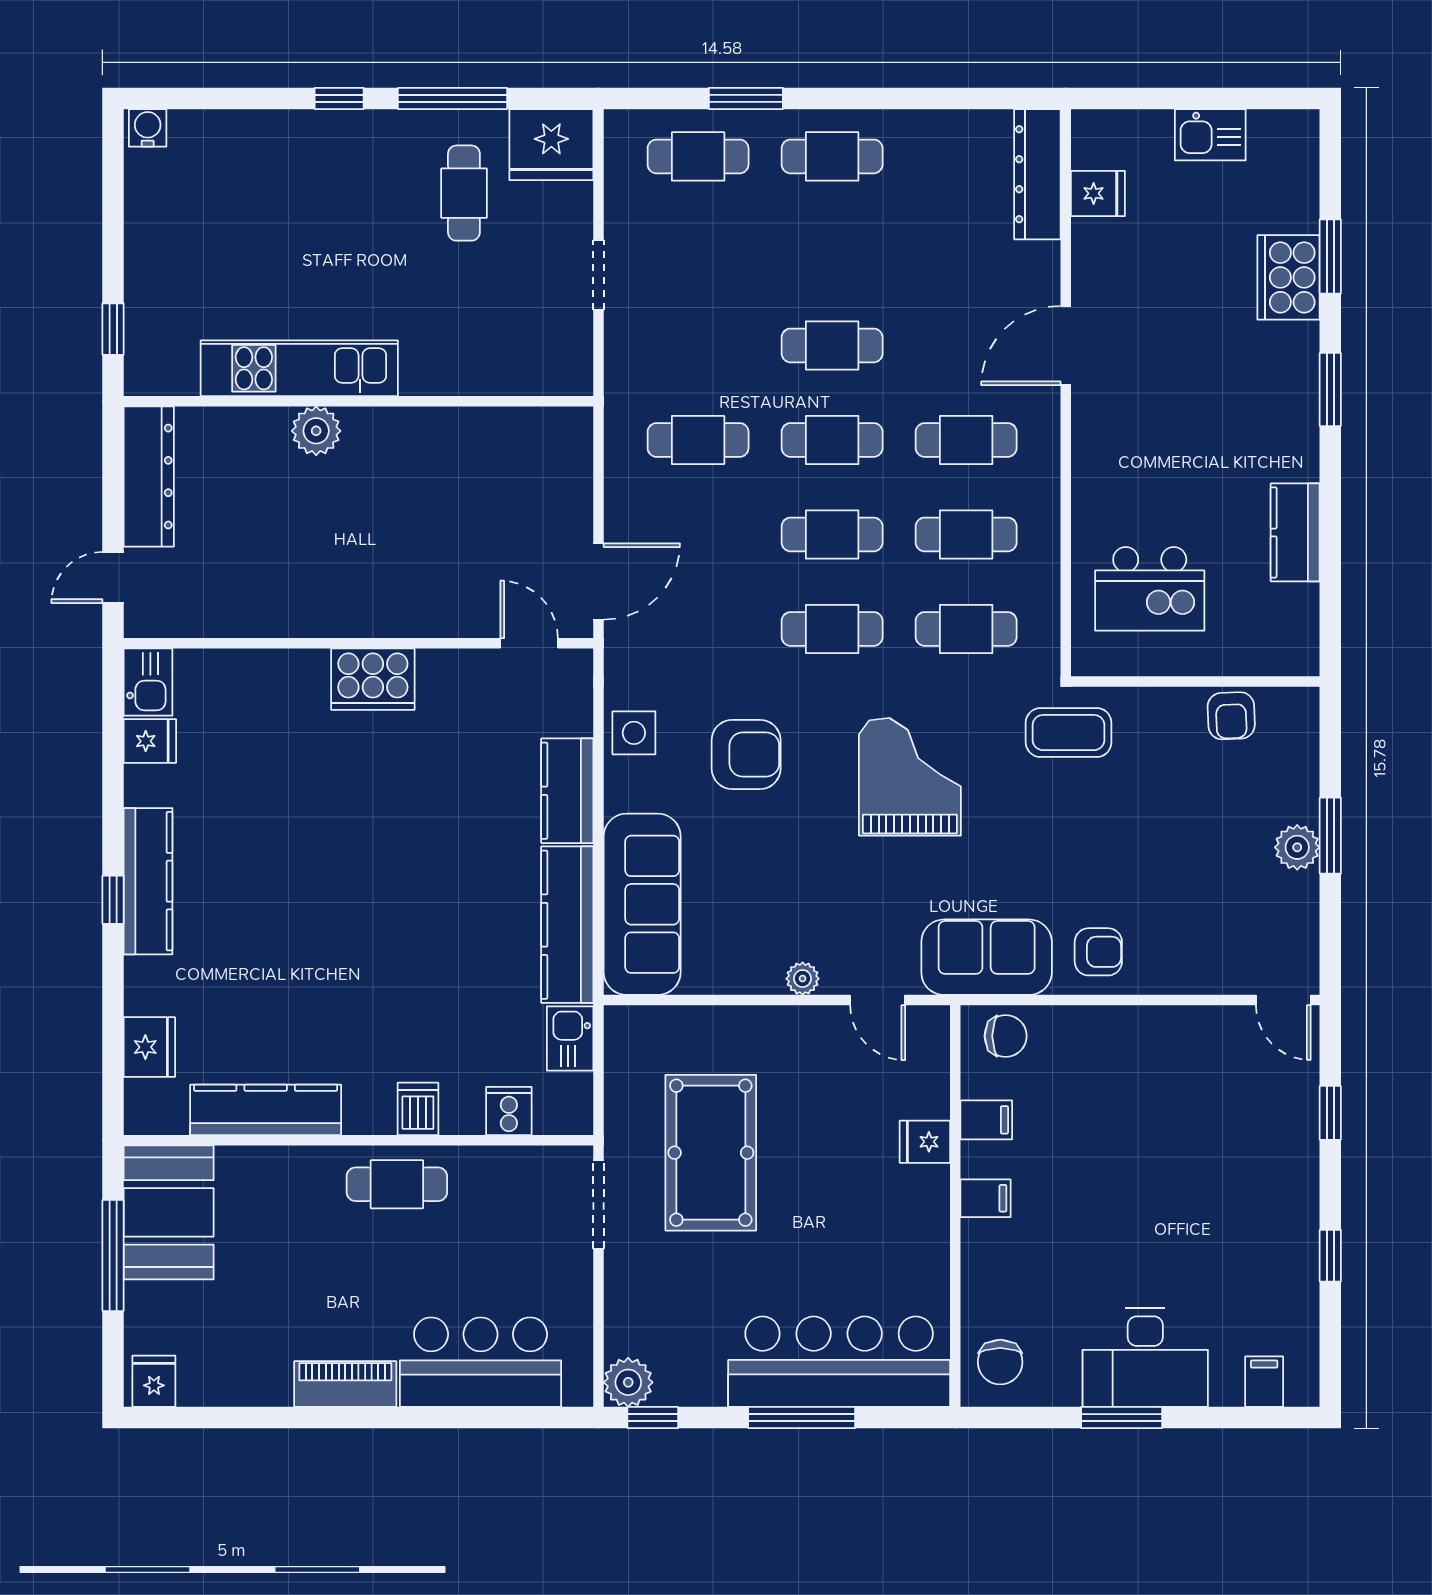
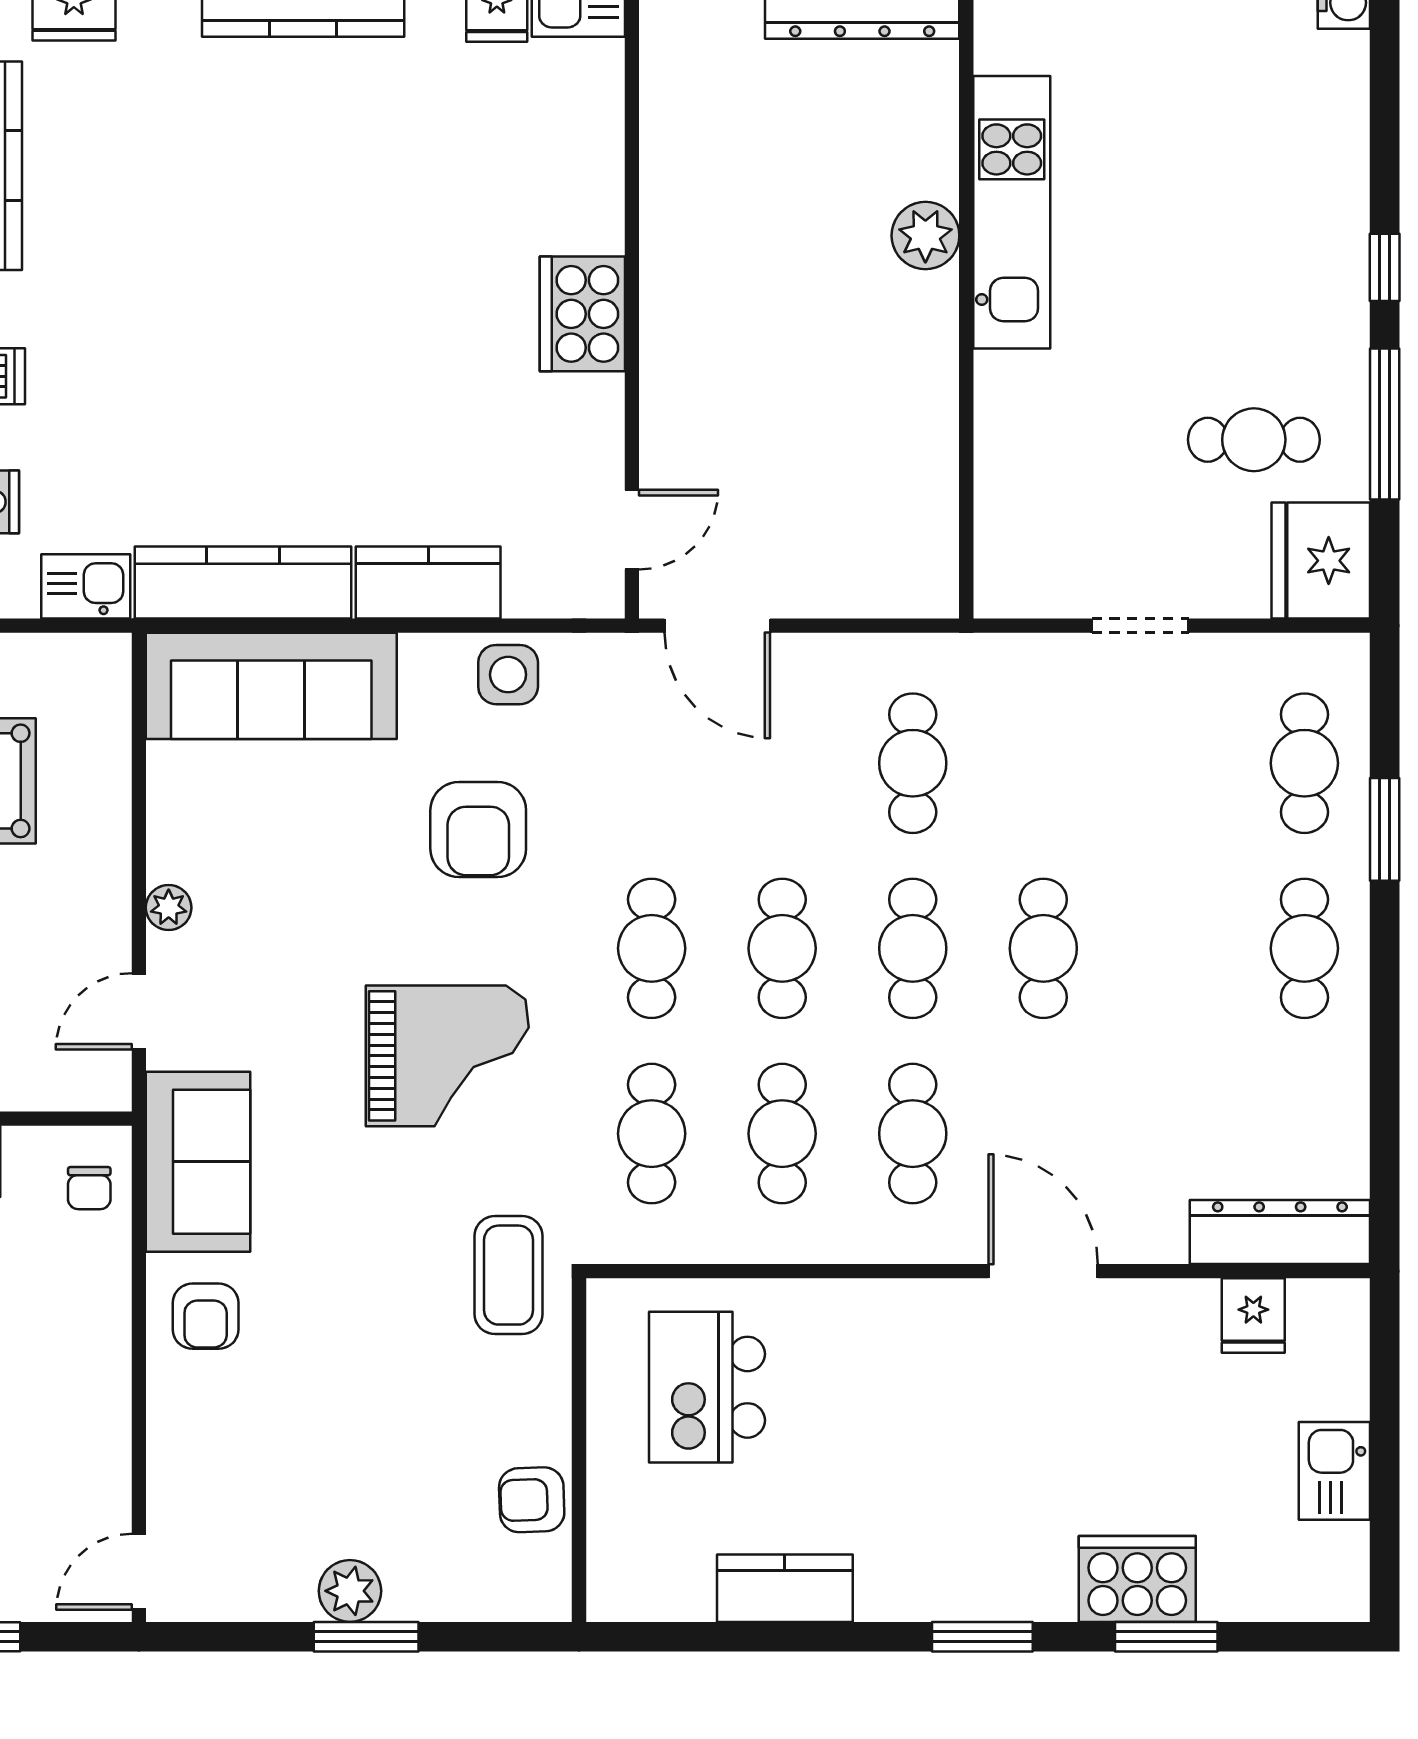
chair: (1006, 1036) -> (89, 1188), width x0.73, depth x0.73

